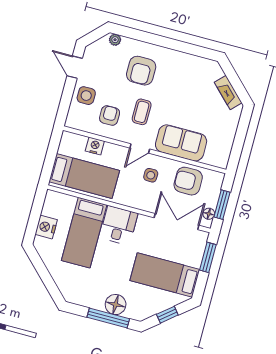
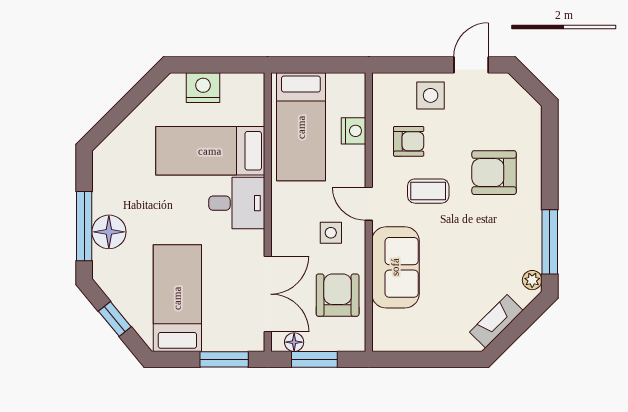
plant: (115, 40) -> (532, 280), moved
window: (190, 49) -> (550, 242), added

